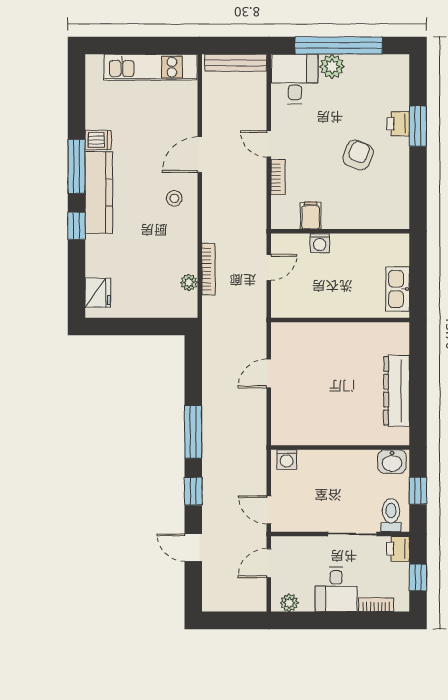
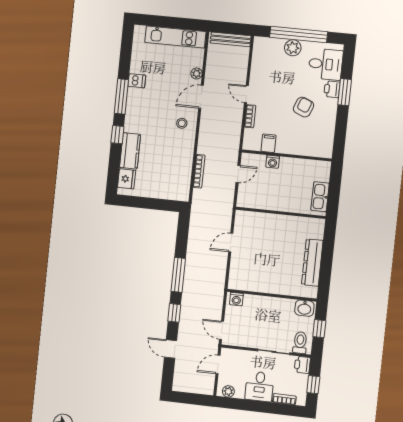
desk: (295, 79) -> (326, 64), moved, turned 90
kitchen counter: (99, 192) -> (130, 151), moved, width x0.67
plant: (189, 282) -> (197, 73), moved

